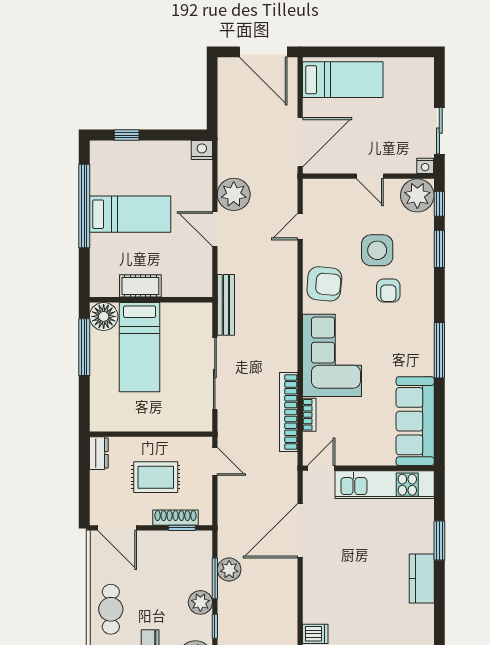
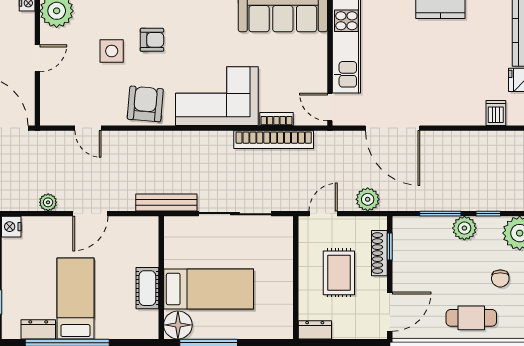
dresser: (99, 177) -> (38, 329), added
plant: (234, 194) -> (48, 202), width x0.53, depth x0.53
side table: (377, 250) -> (112, 51), width x0.73, depth x0.73
plant: (229, 570) -> (368, 199), moved

